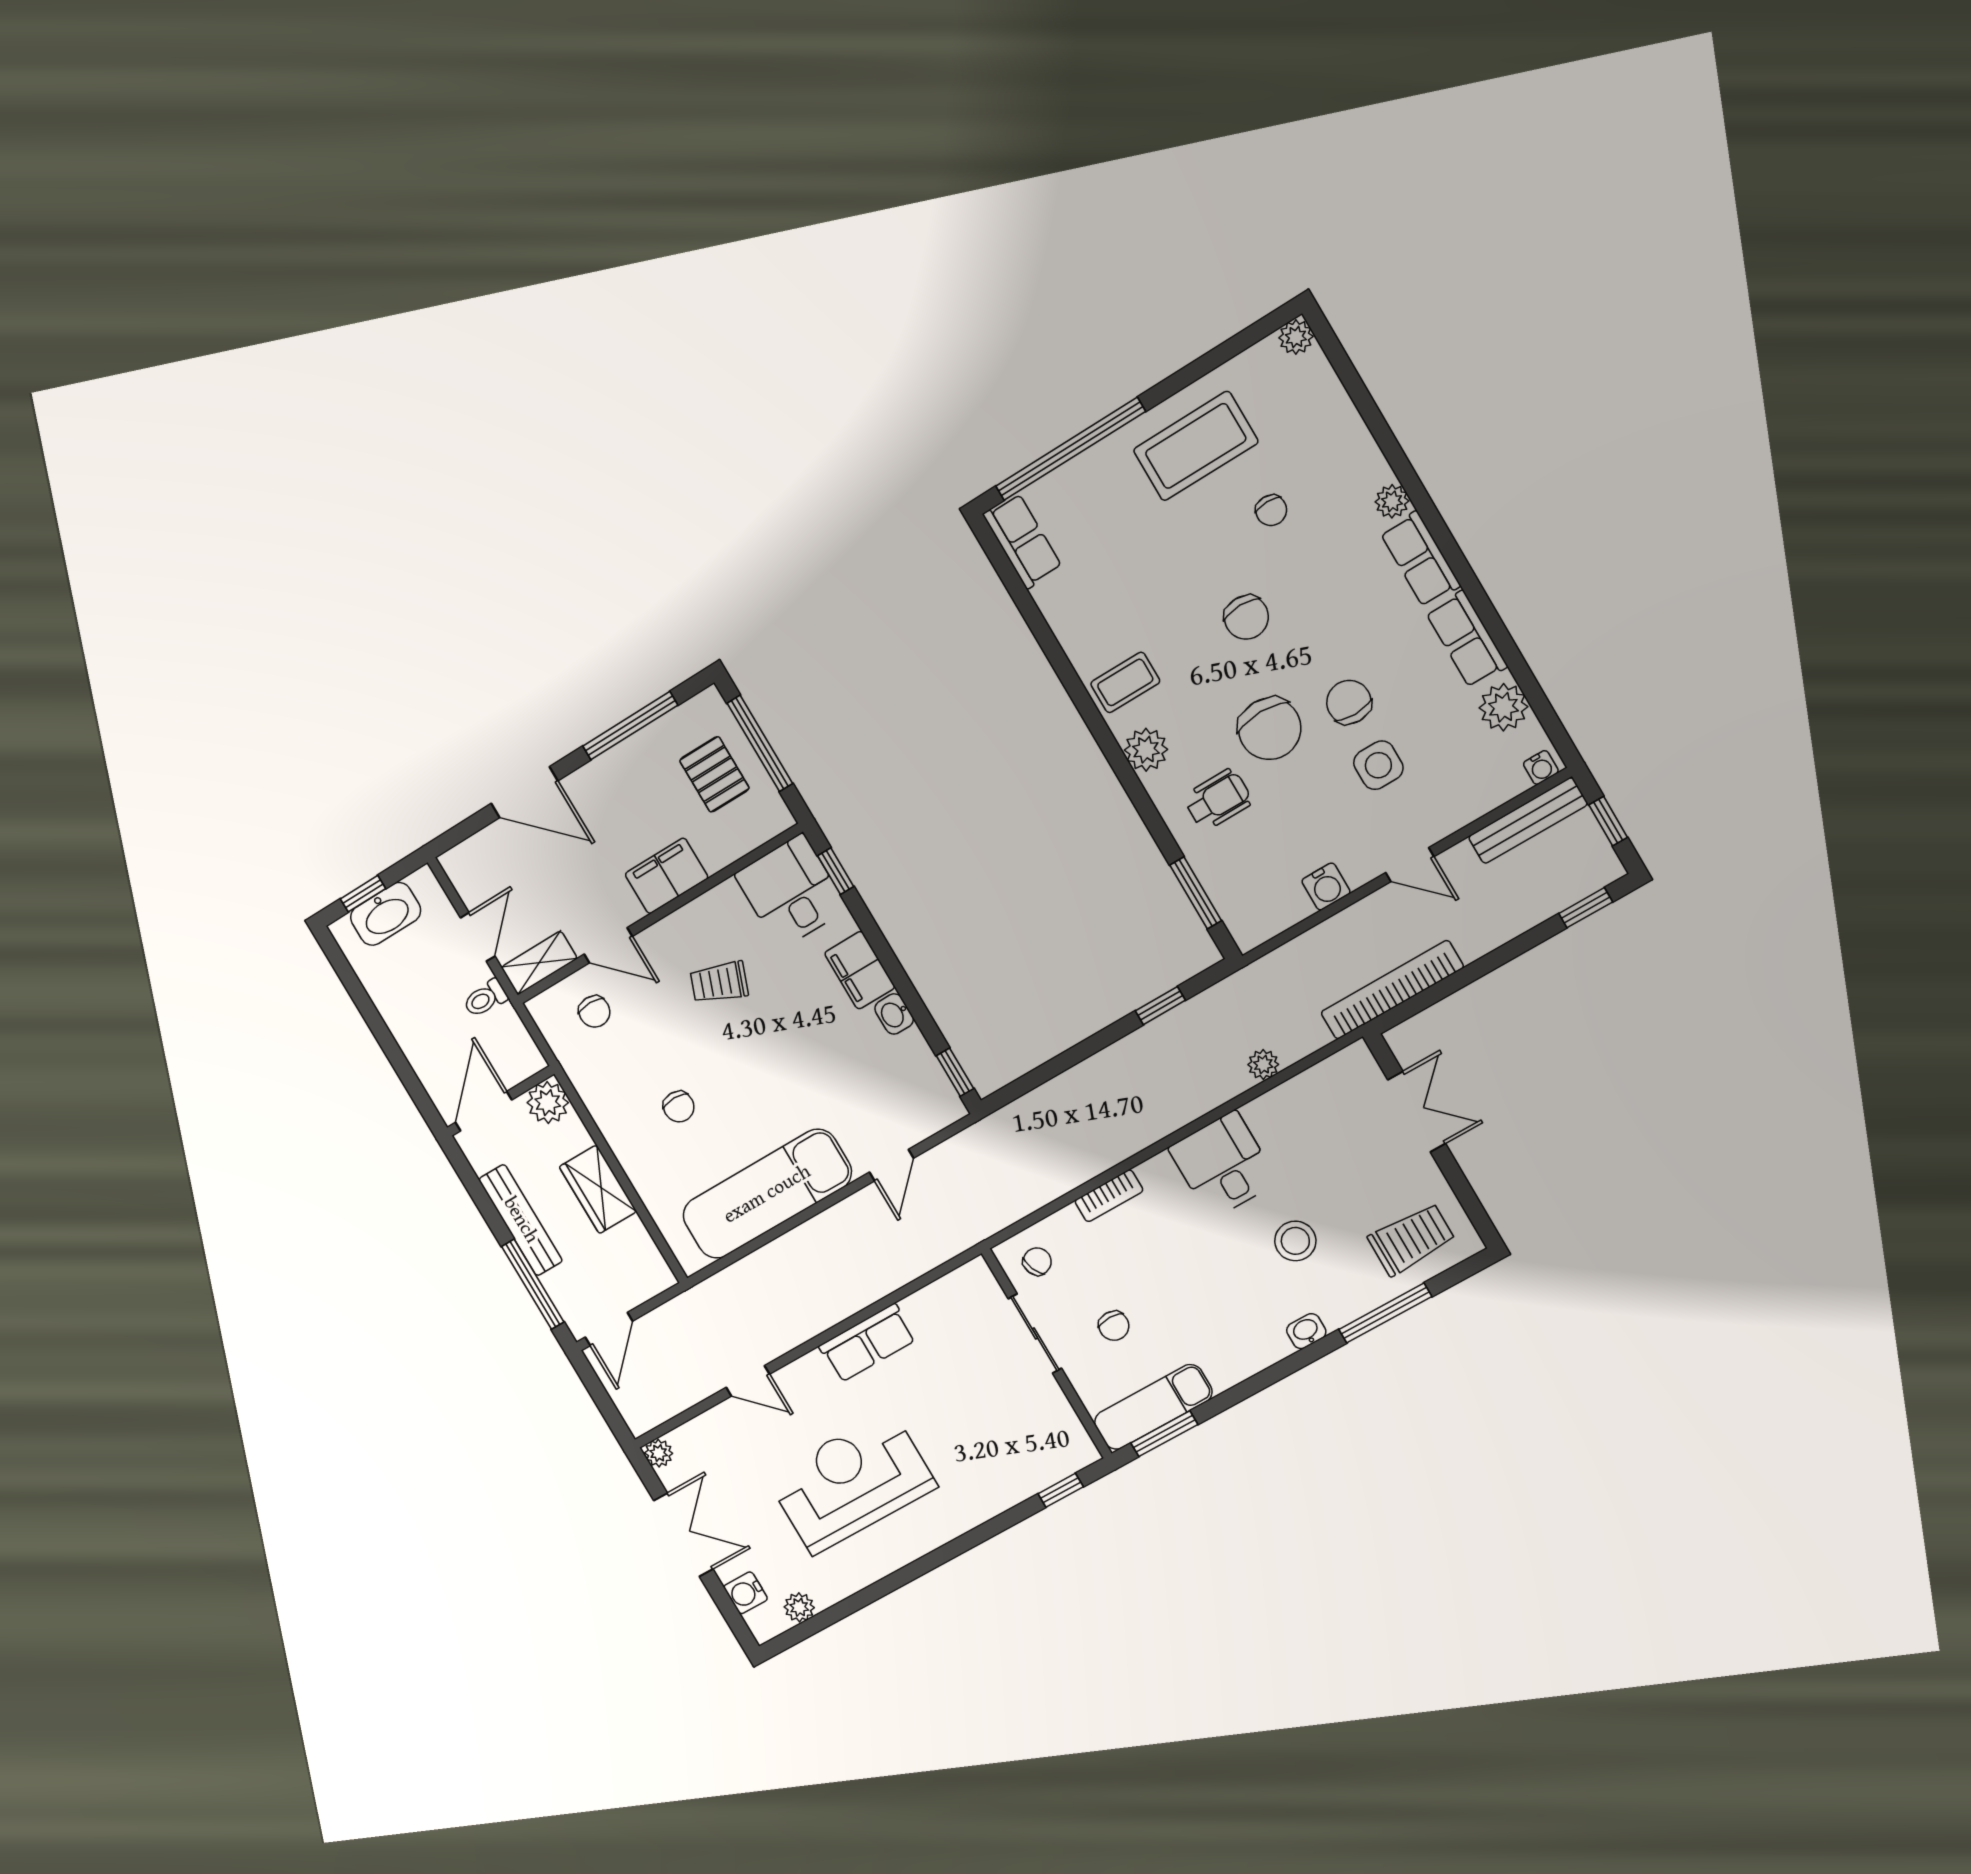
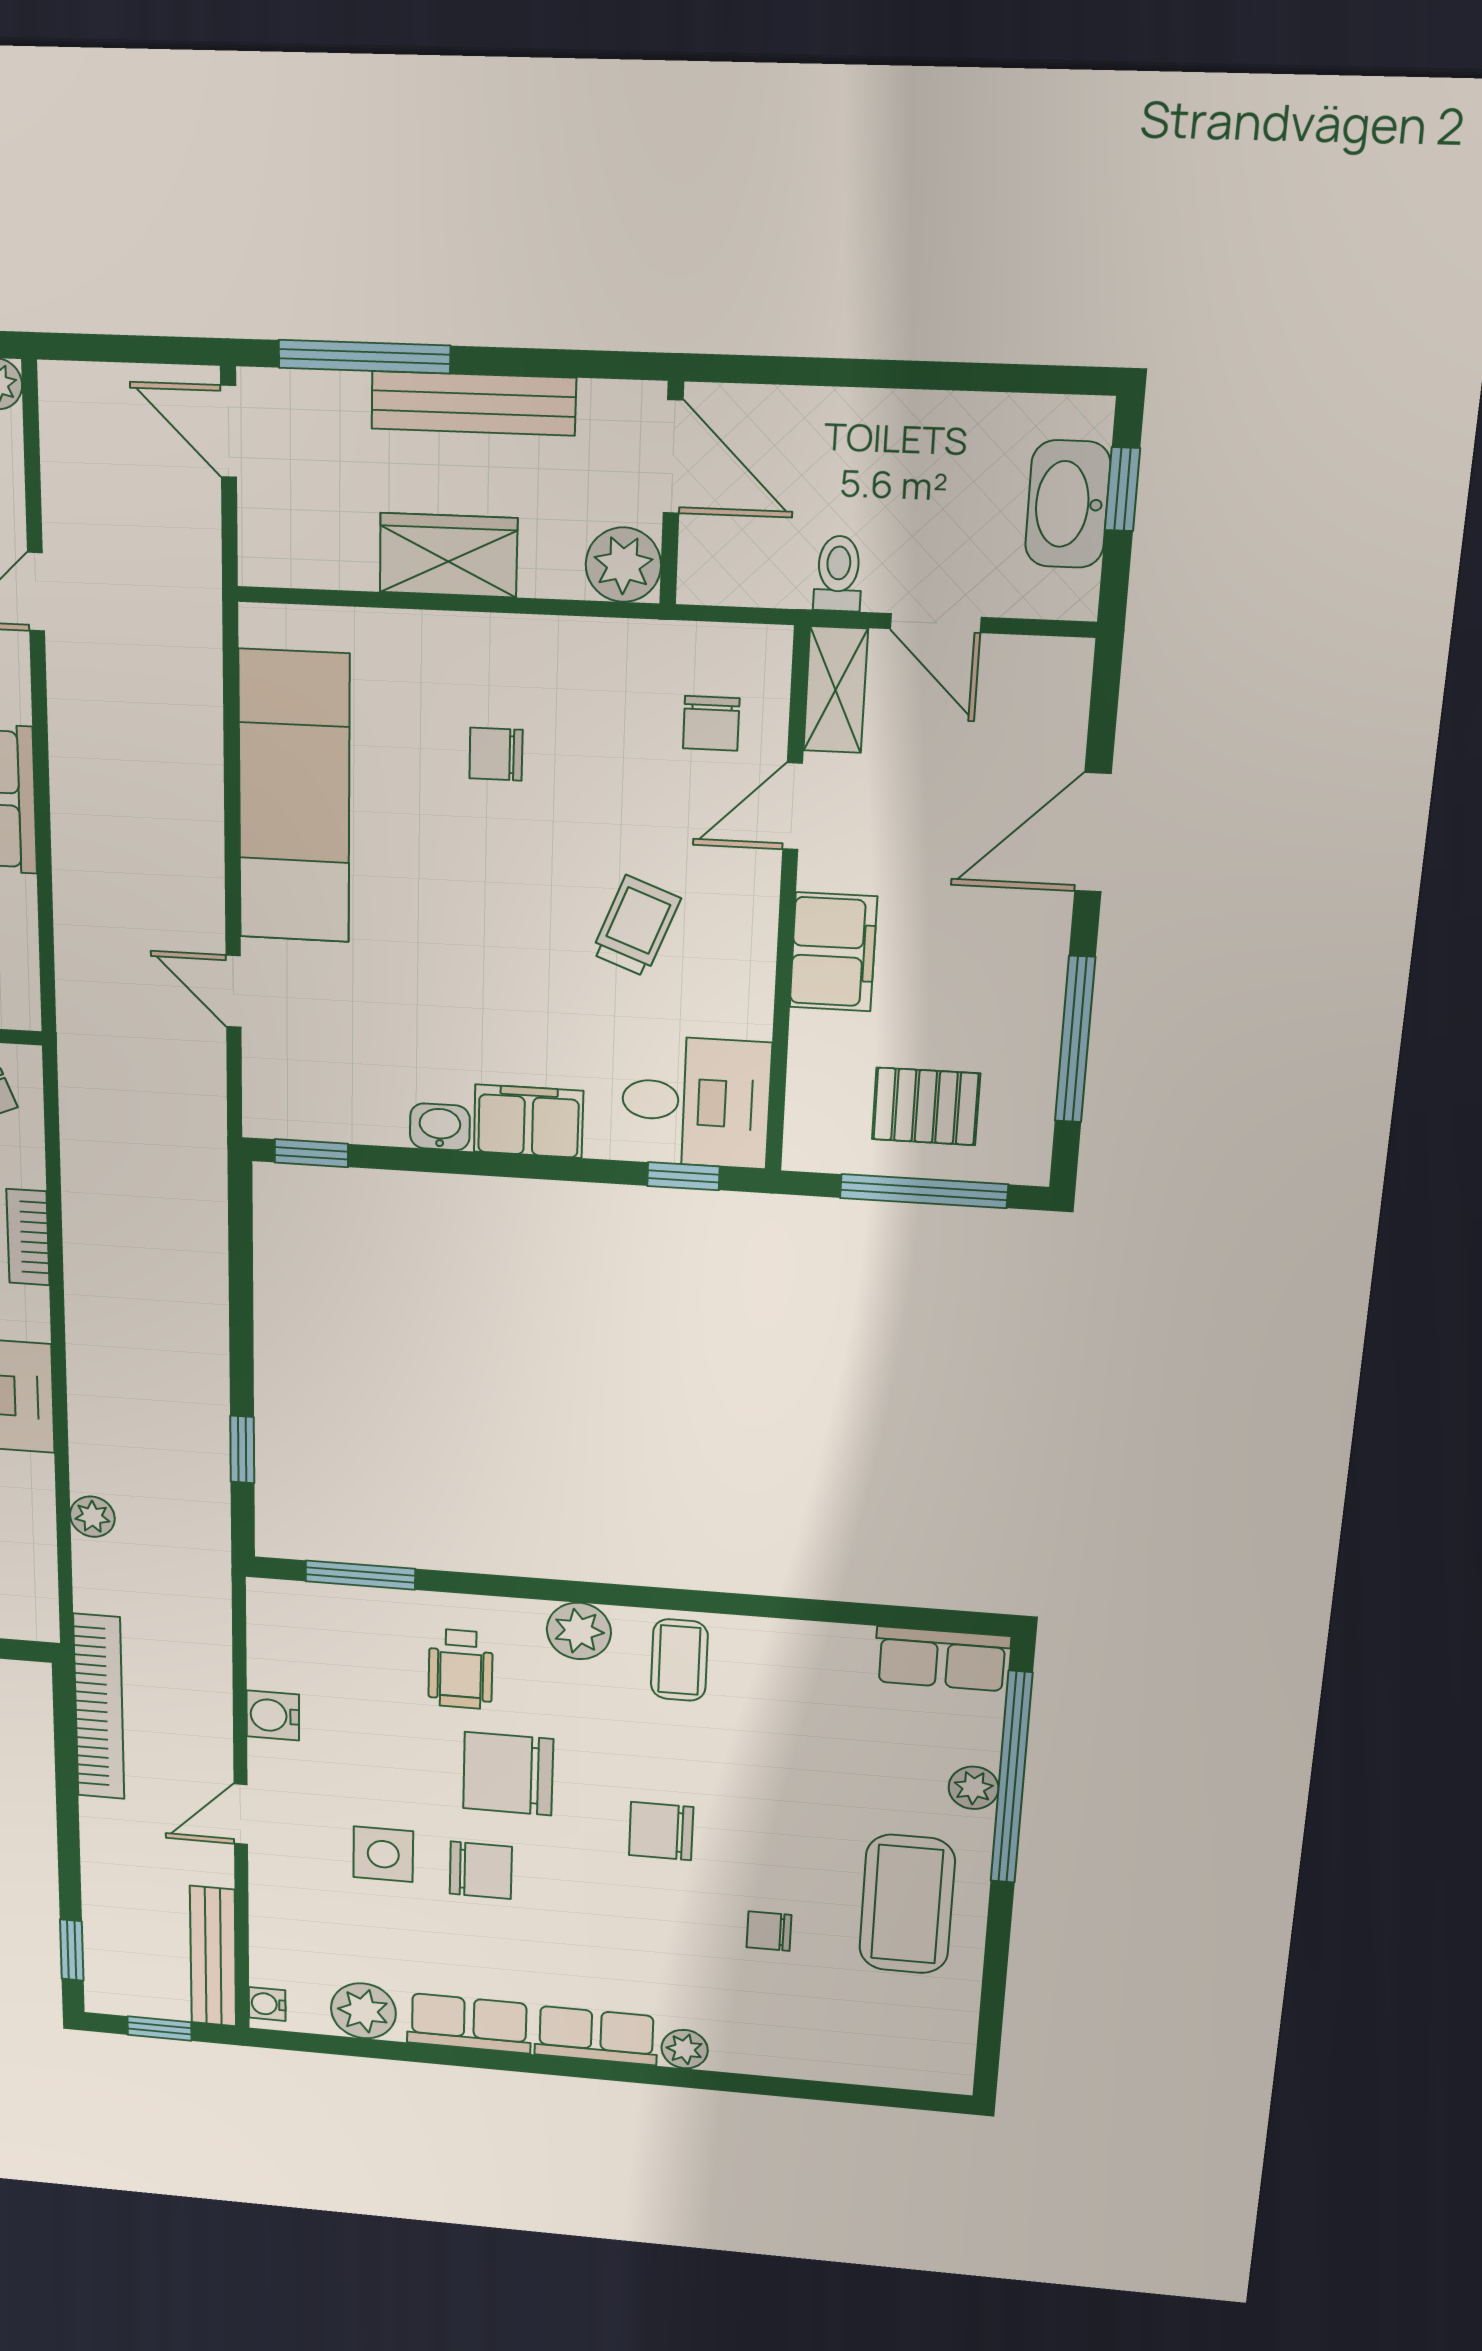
plant: (1296, 337) -> (974, 1788), moved
chair: (594, 1012) -> (711, 723), turned -90

